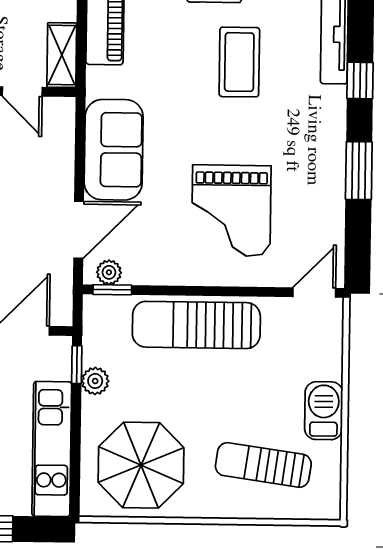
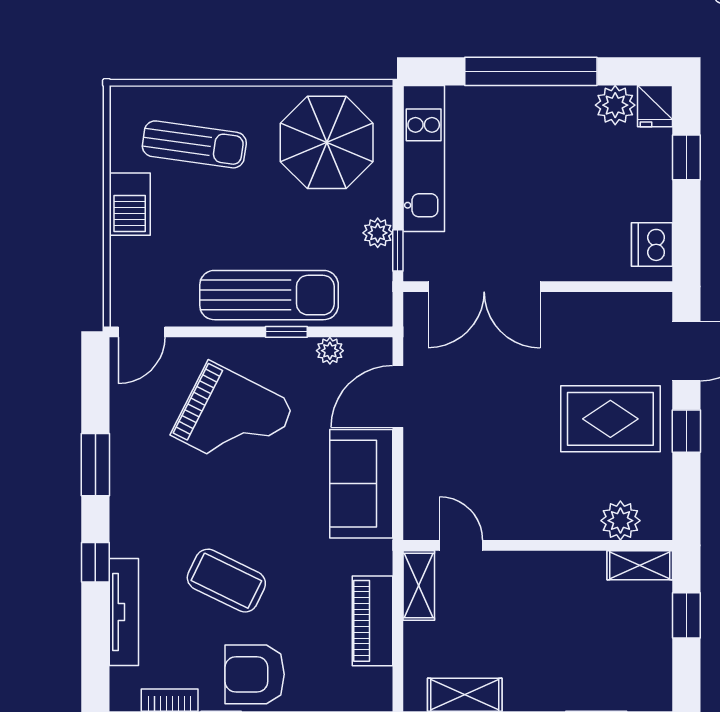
coffee table: (239, 62) -> (226, 581), turned -64
grand piano: (231, 211) -> (233, 420), turned 117
plant: (109, 272) -> (330, 351), moved
window: (112, 290) -> (286, 332), moved

